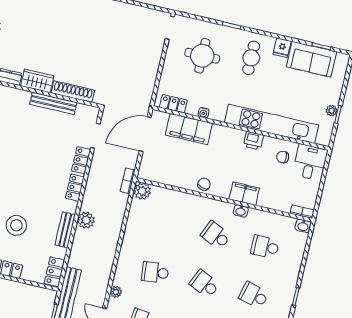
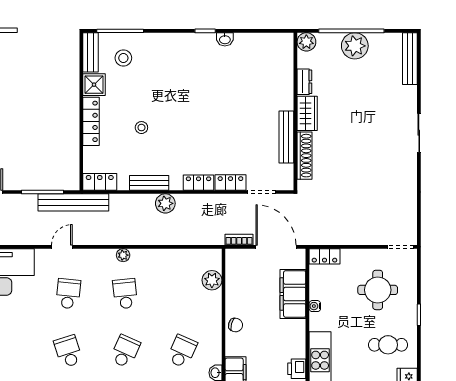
locker: (173, 104) -> (324, 256), moved, turned 90
bookcase: (128, 181) -> (239, 240), moved
plant: (142, 191) -> (212, 280), moved
stool: (16, 225) -> (141, 128), width x0.53, depth x0.53
plant: (116, 292) -> (123, 255), moved

